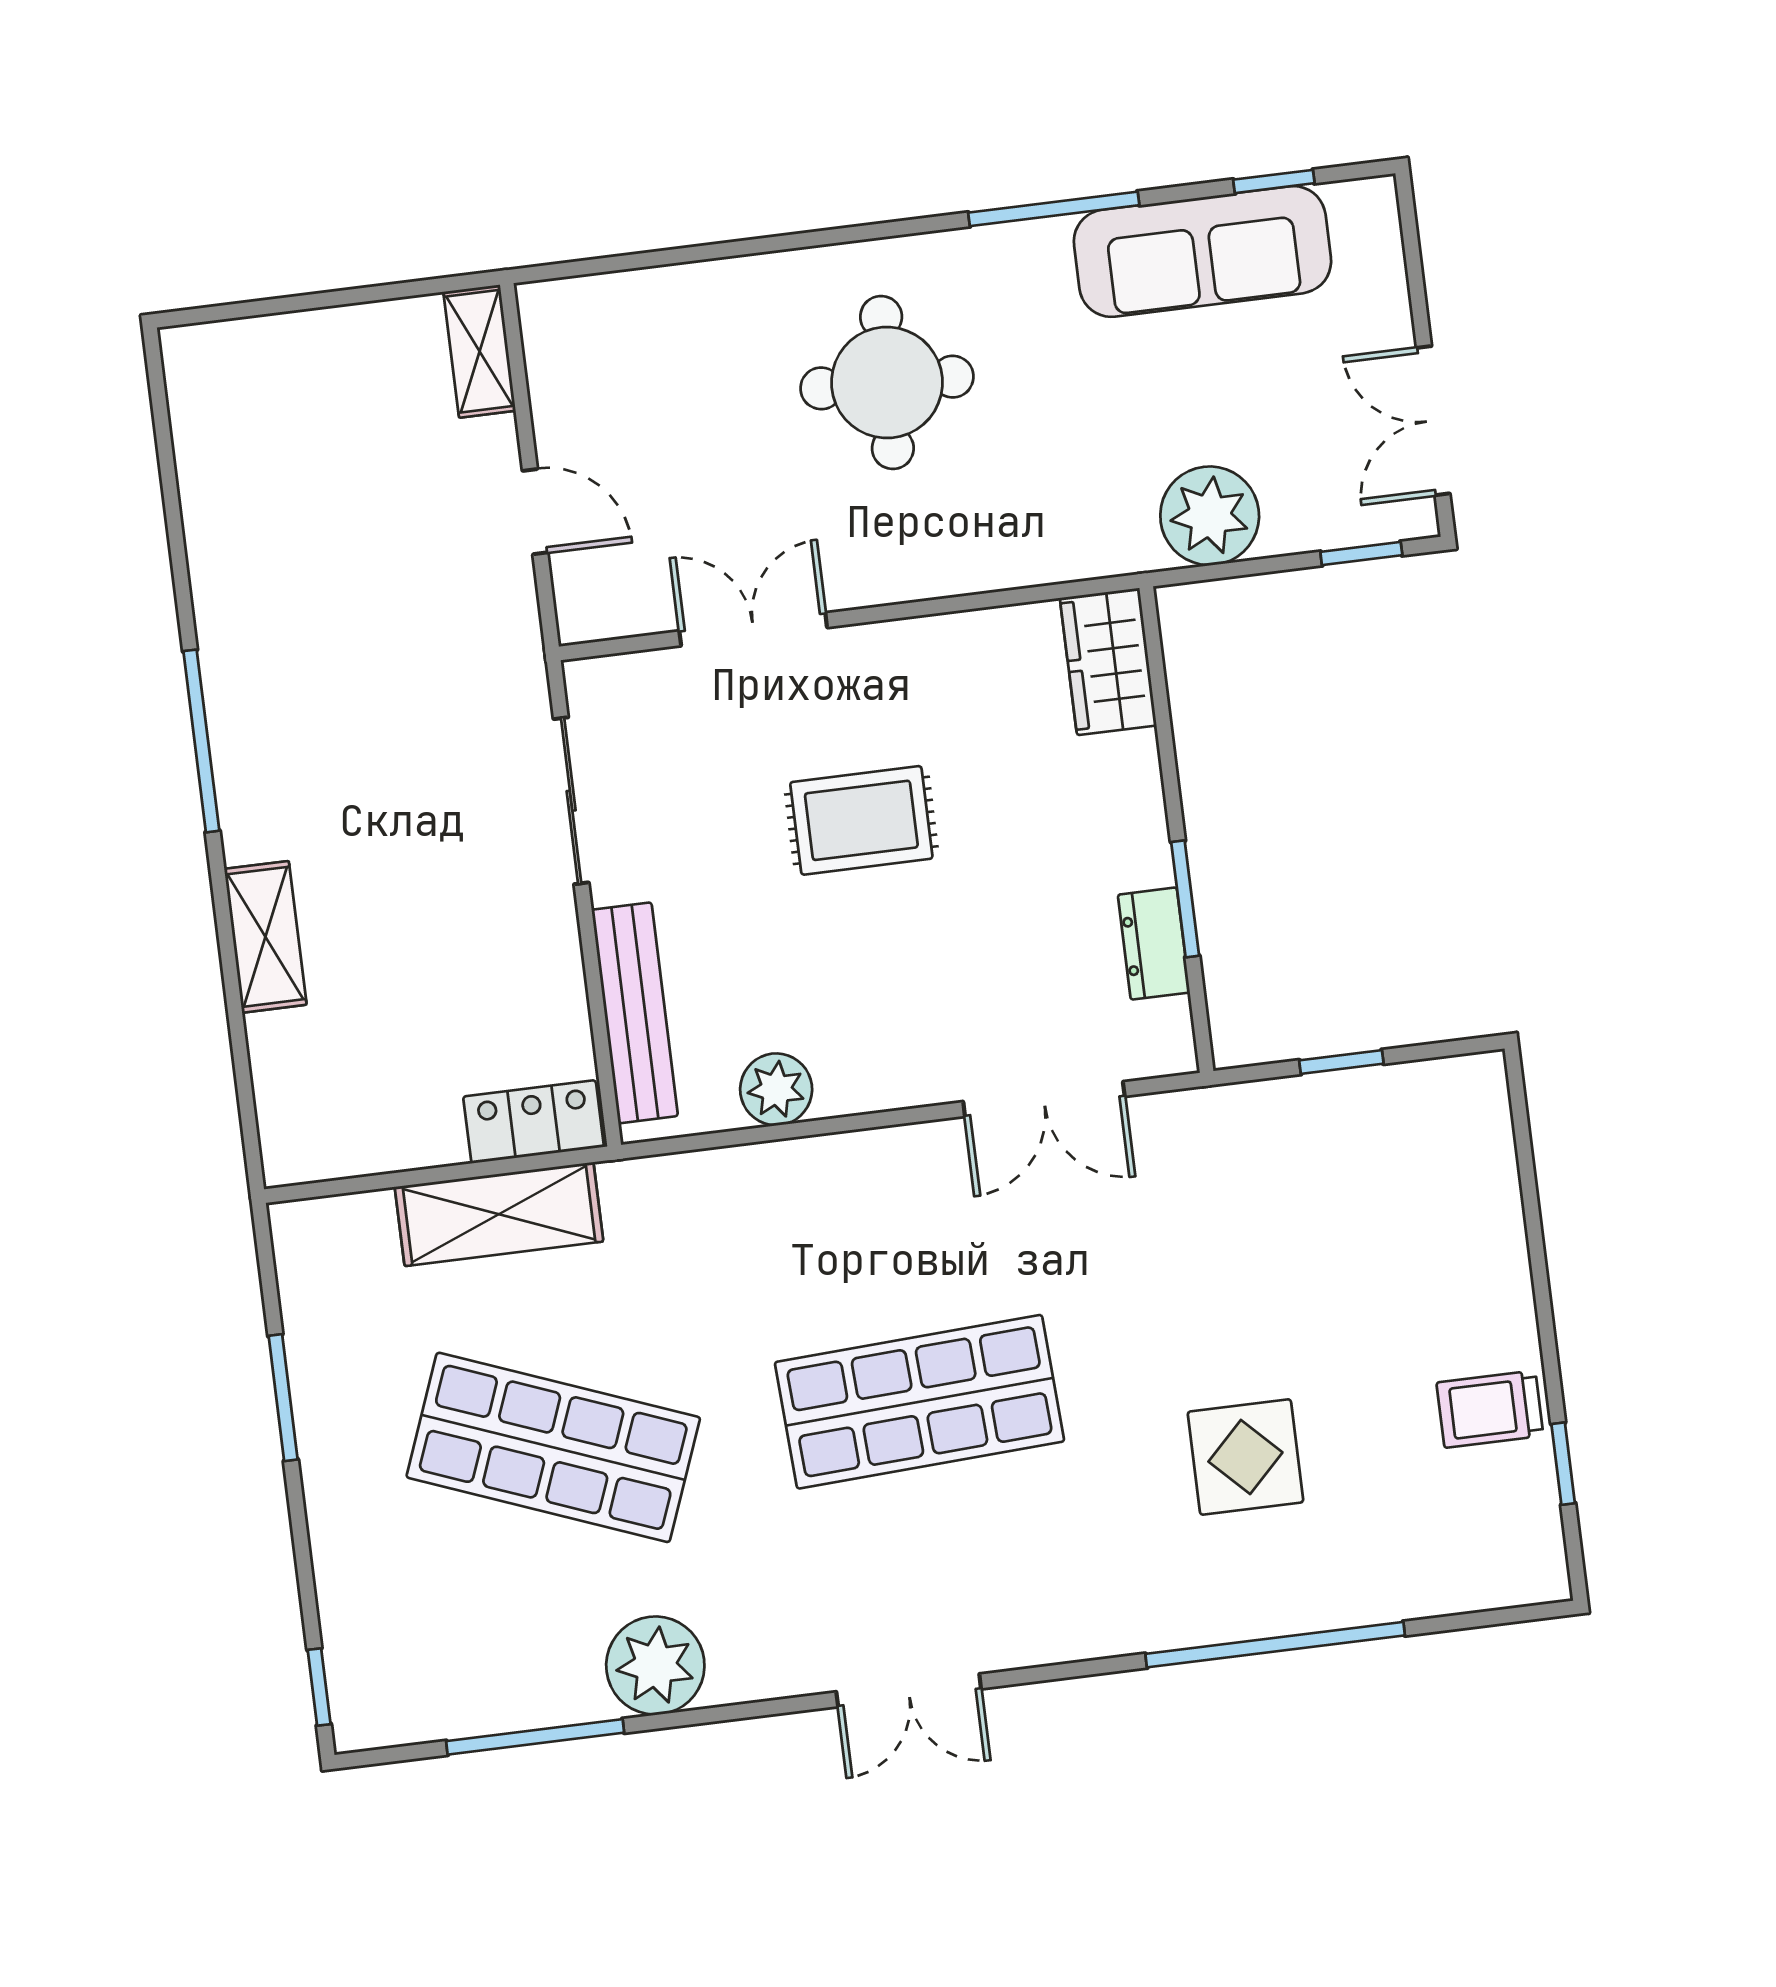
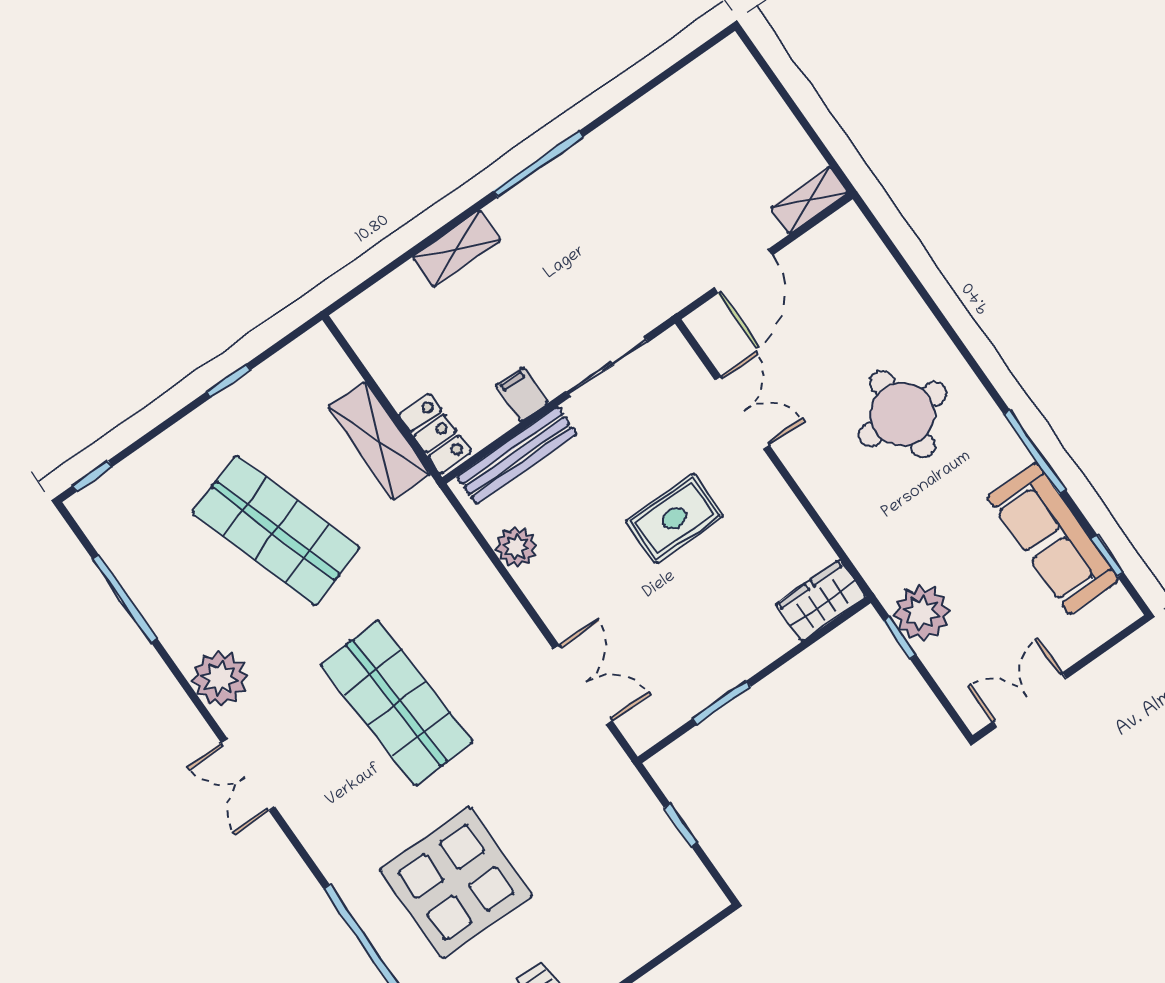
door: (535, 512) -> (743, 271), width x1.37
window: (1361, 554) -> (900, 638), moved
rug: (861, 820) -> (675, 518), turned 90
dresser: (1154, 944) -> (691, 699), removed
filing cabinet: (544, 955) -> (522, 394), added
double door: (1044, 1099) -> (583, 685), swing flipped
window: (283, 1398) -> (229, 381), width x0.67
shop shelf: (553, 1447) -> (276, 530), turned -39
display table: (1245, 1457) -> (456, 882), width x1.86, depth x1.86
plant: (655, 1666) -> (220, 679), moved

